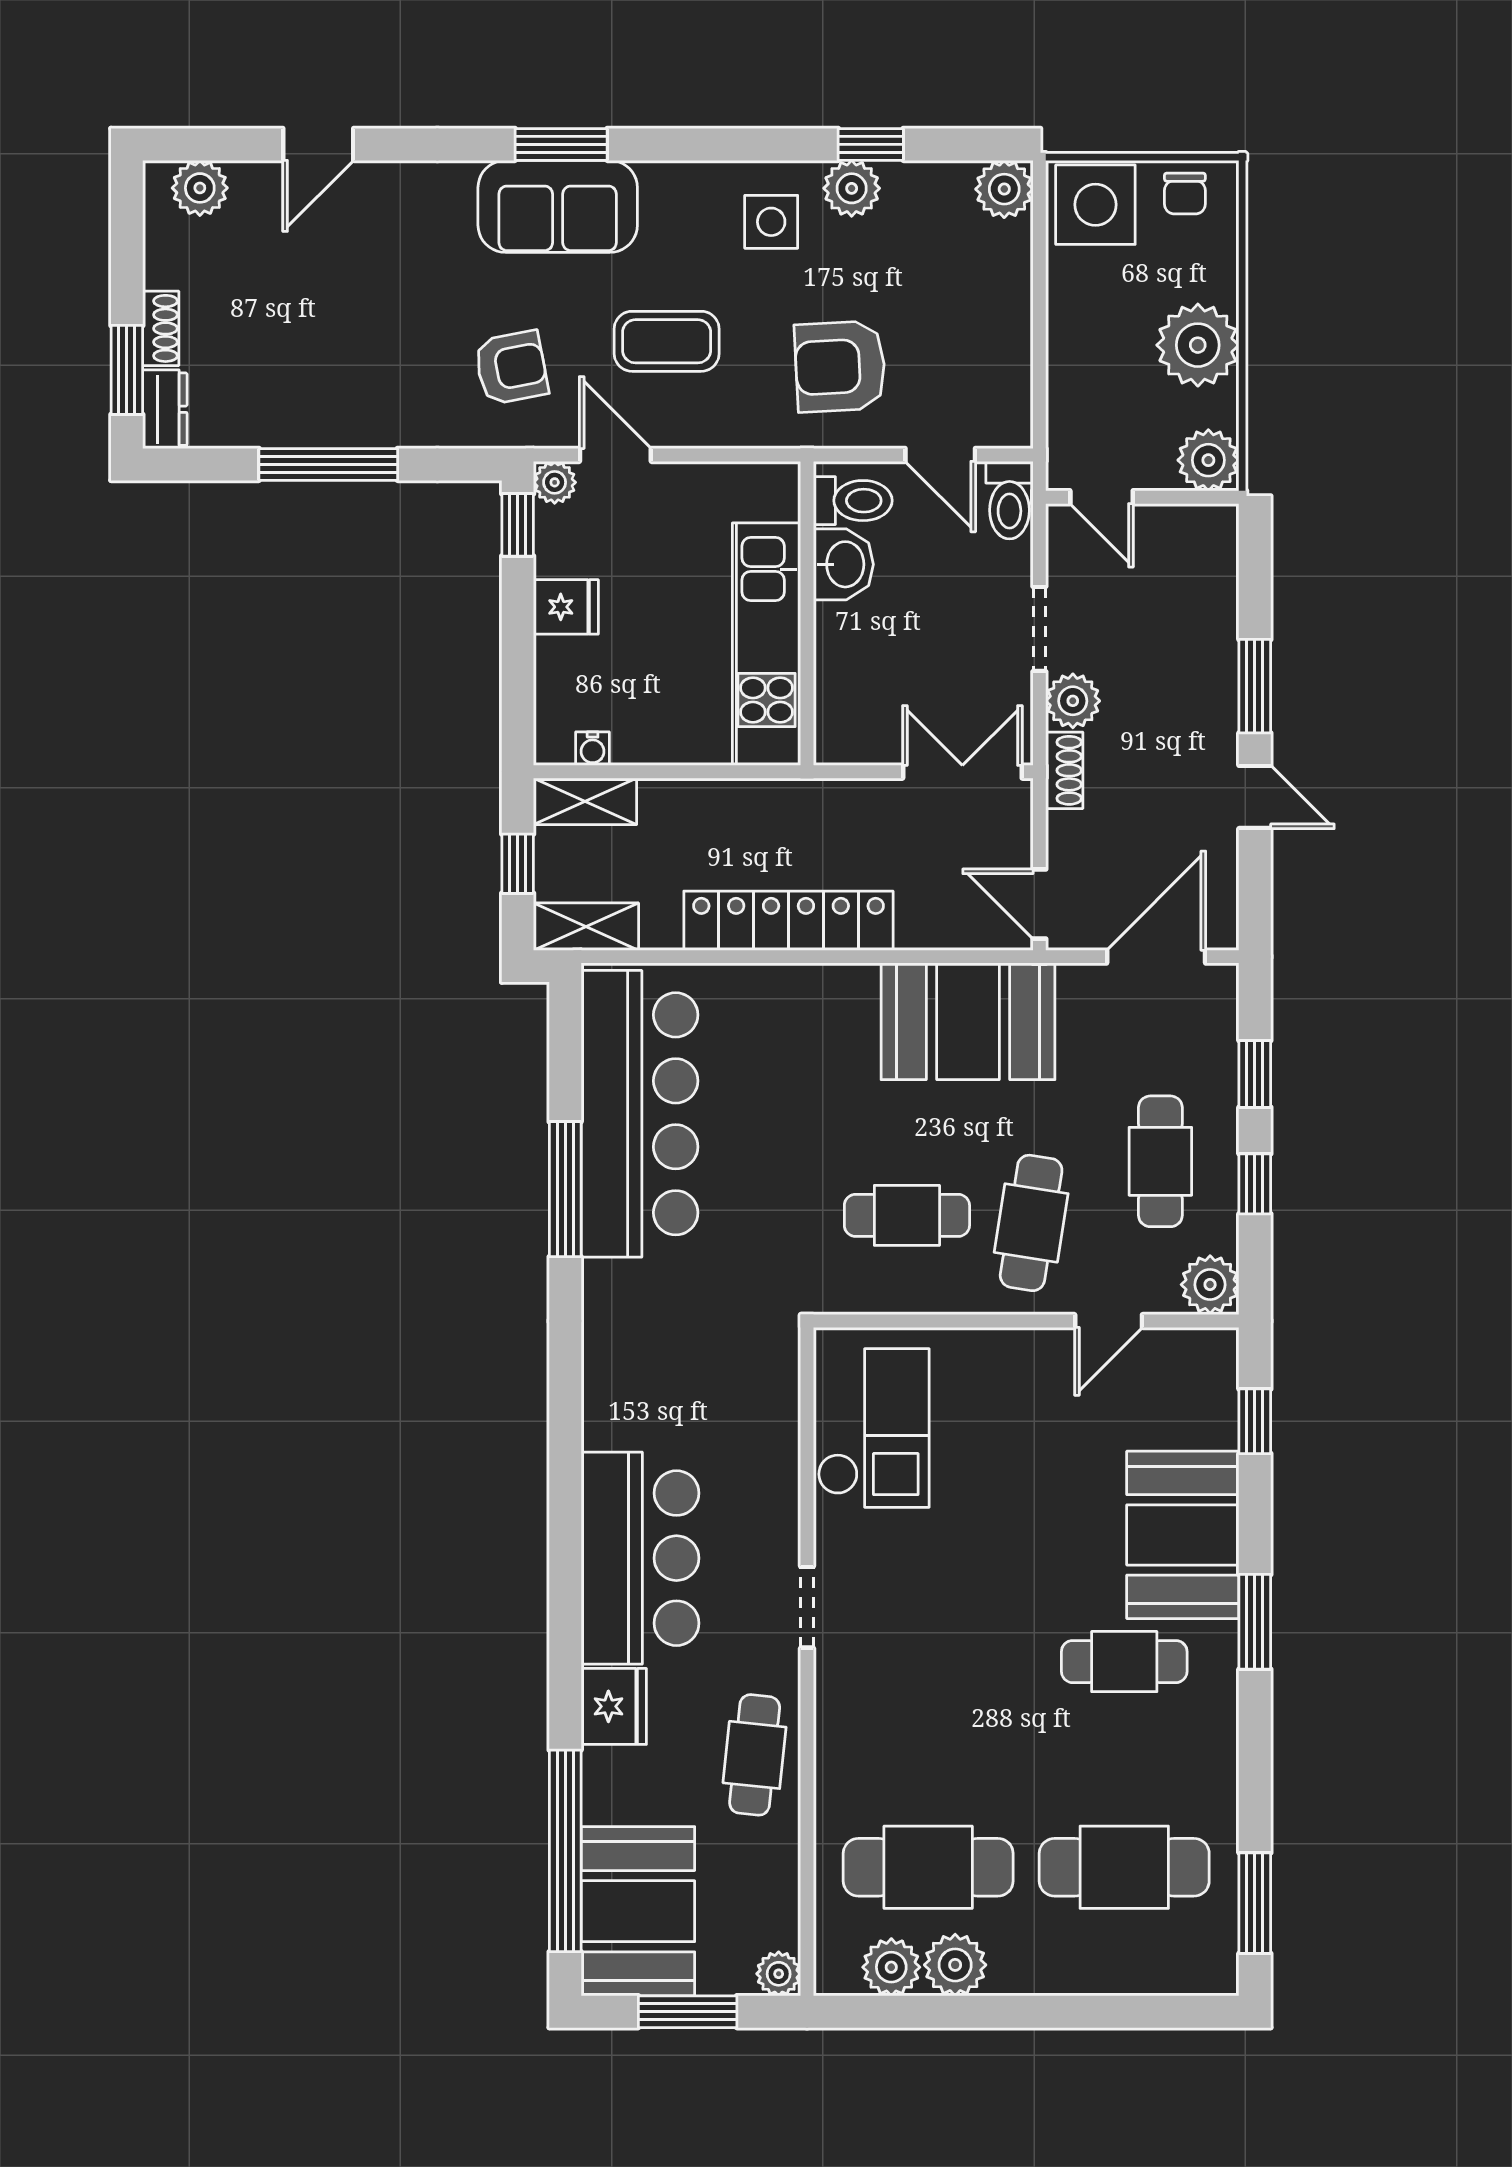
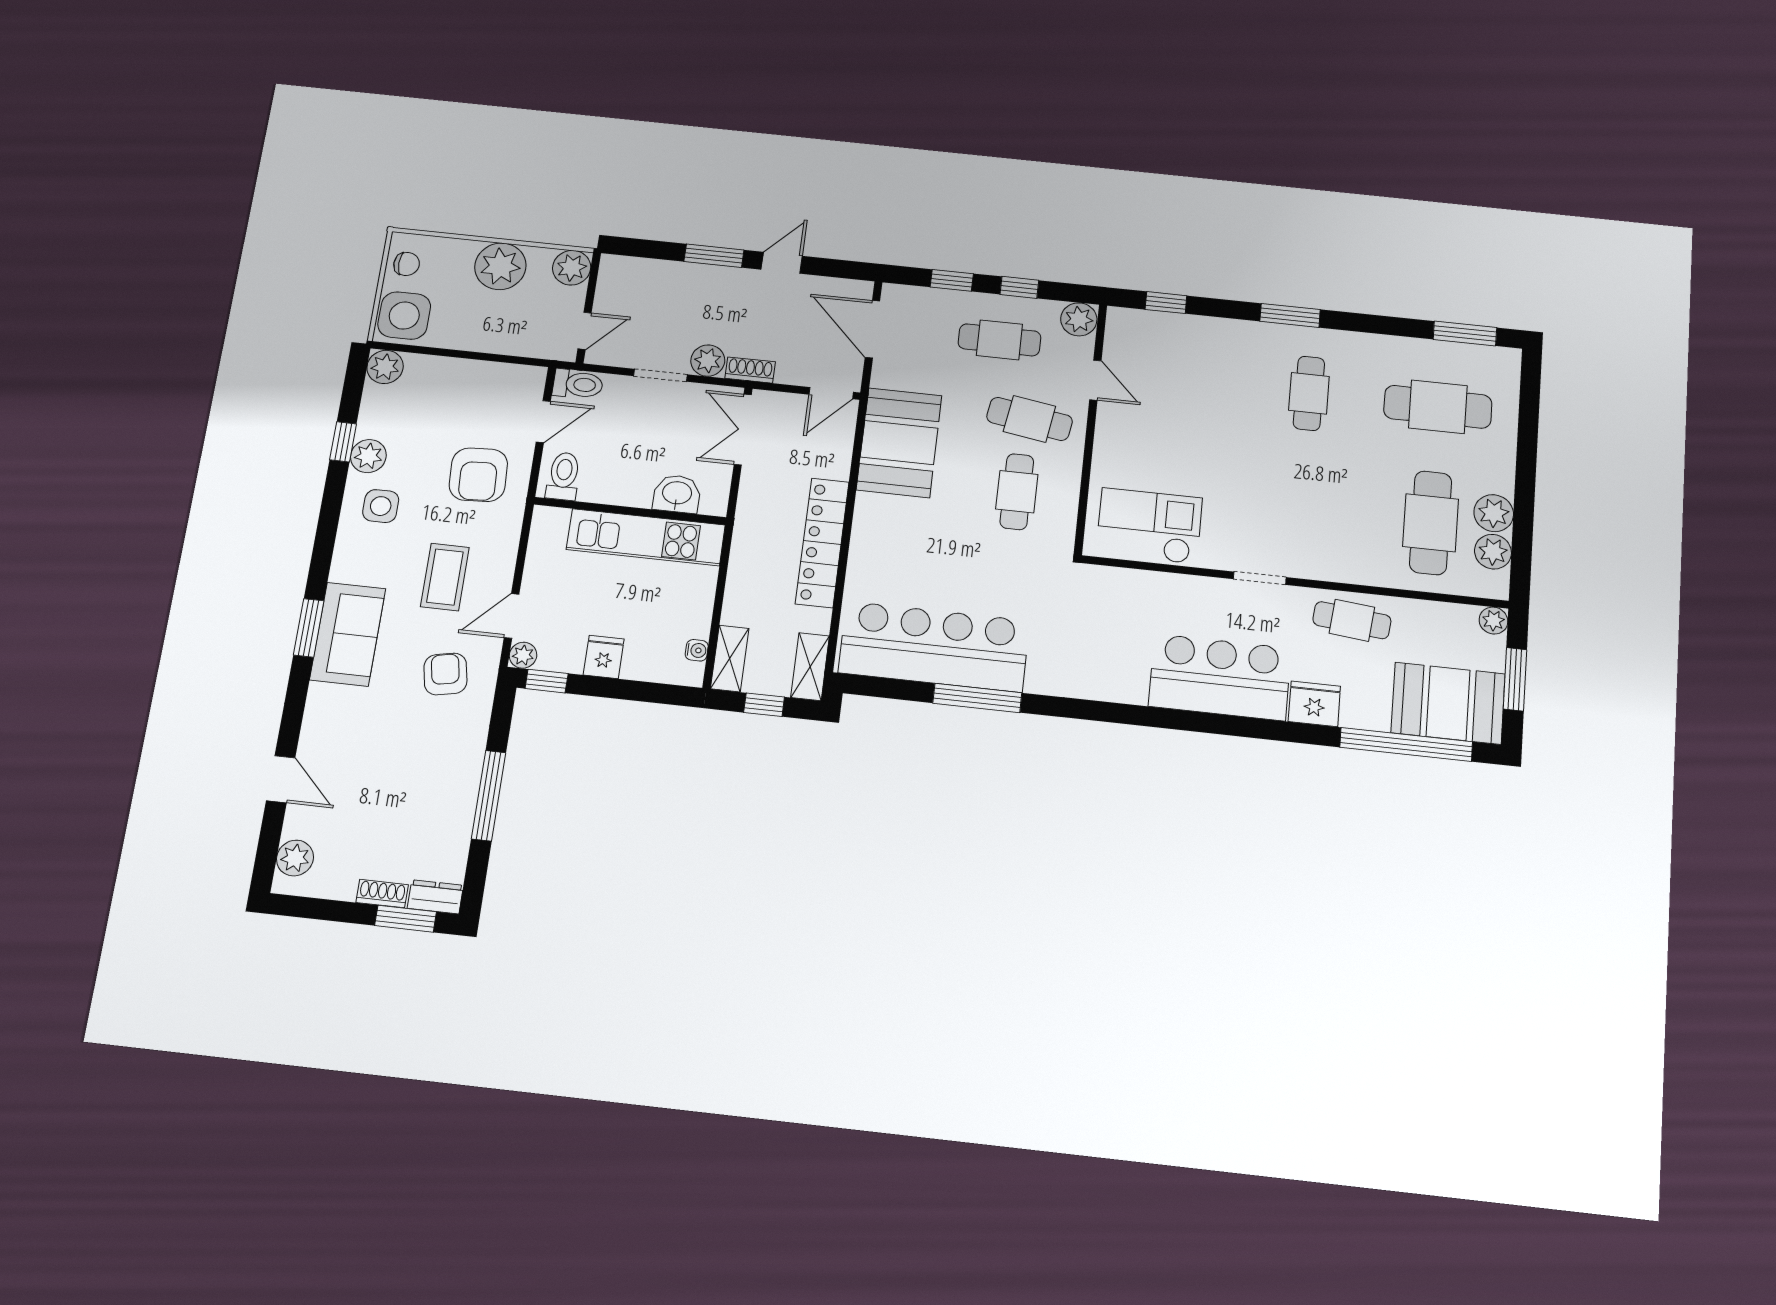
washbasin: (843, 564) -> (677, 494), moved
booth: (1183, 1535) -> (1233, 351), removed
cafe table: (1124, 1867) -> (1438, 407), turned 90

